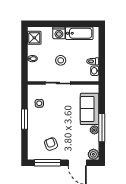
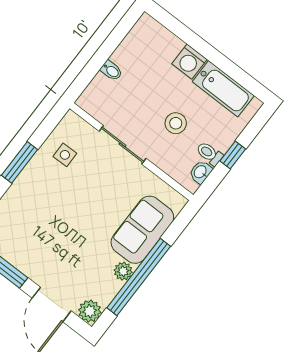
shower: (34, 38) -> (141, 38), removed
window: (102, 55) -> (233, 155), added
stool: (61, 60) -> (176, 123), moved
window: (102, 128) -> (139, 277), width x1.46
armchair: (51, 144) -> (32, 239), removed

